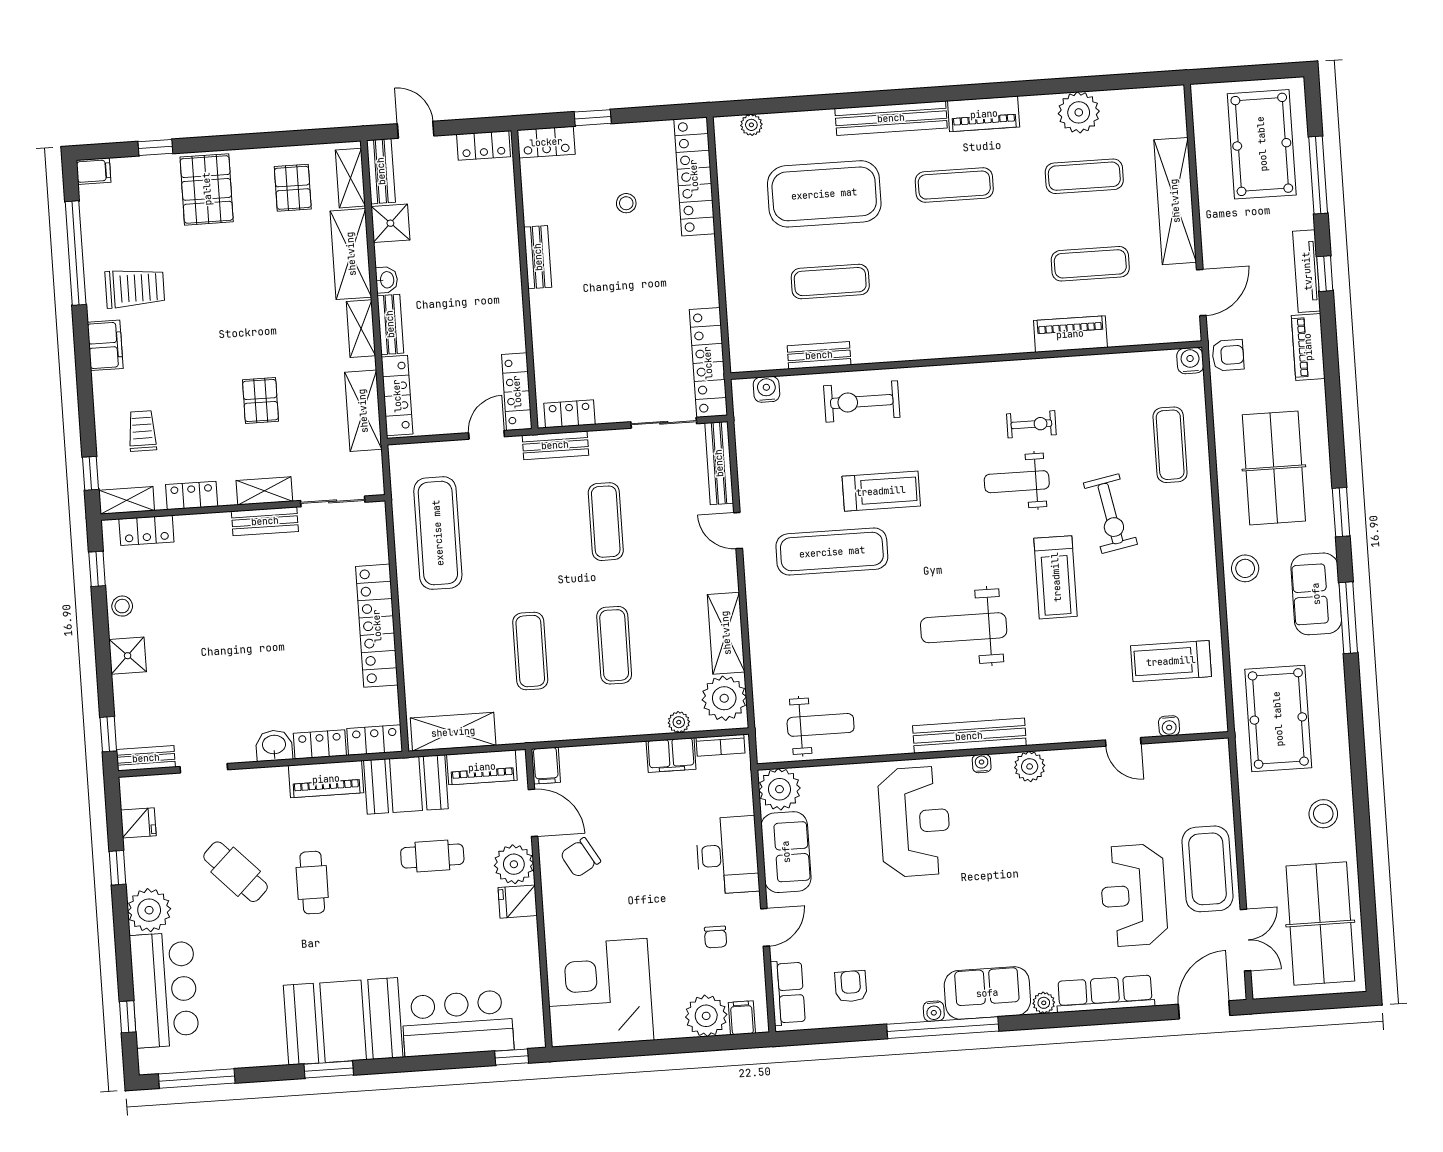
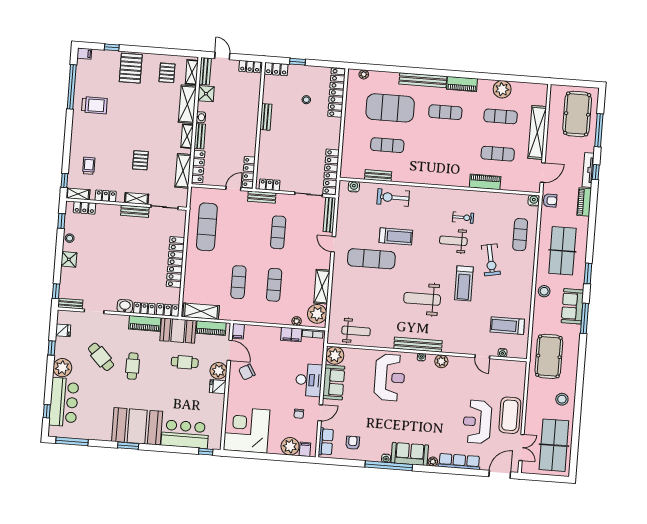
filing cabinet: (105, 345) -> (78, 127), removed

